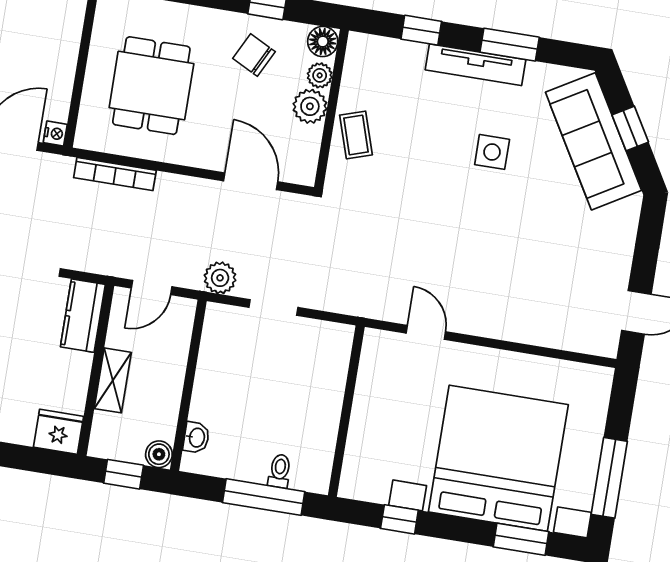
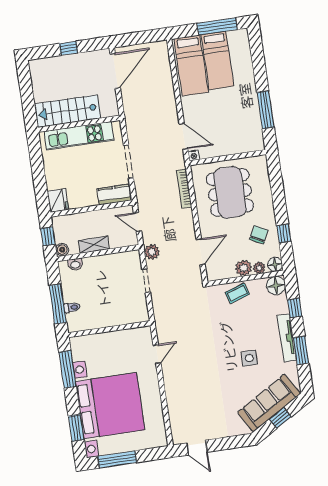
floor lamp: (365, 53) -> (276, 285), added
dining table: (151, 86) -> (230, 192), width x1.38
shelving: (113, 380) -> (94, 245), moved
window: (399, 519) -> (68, 369), width x2.17

